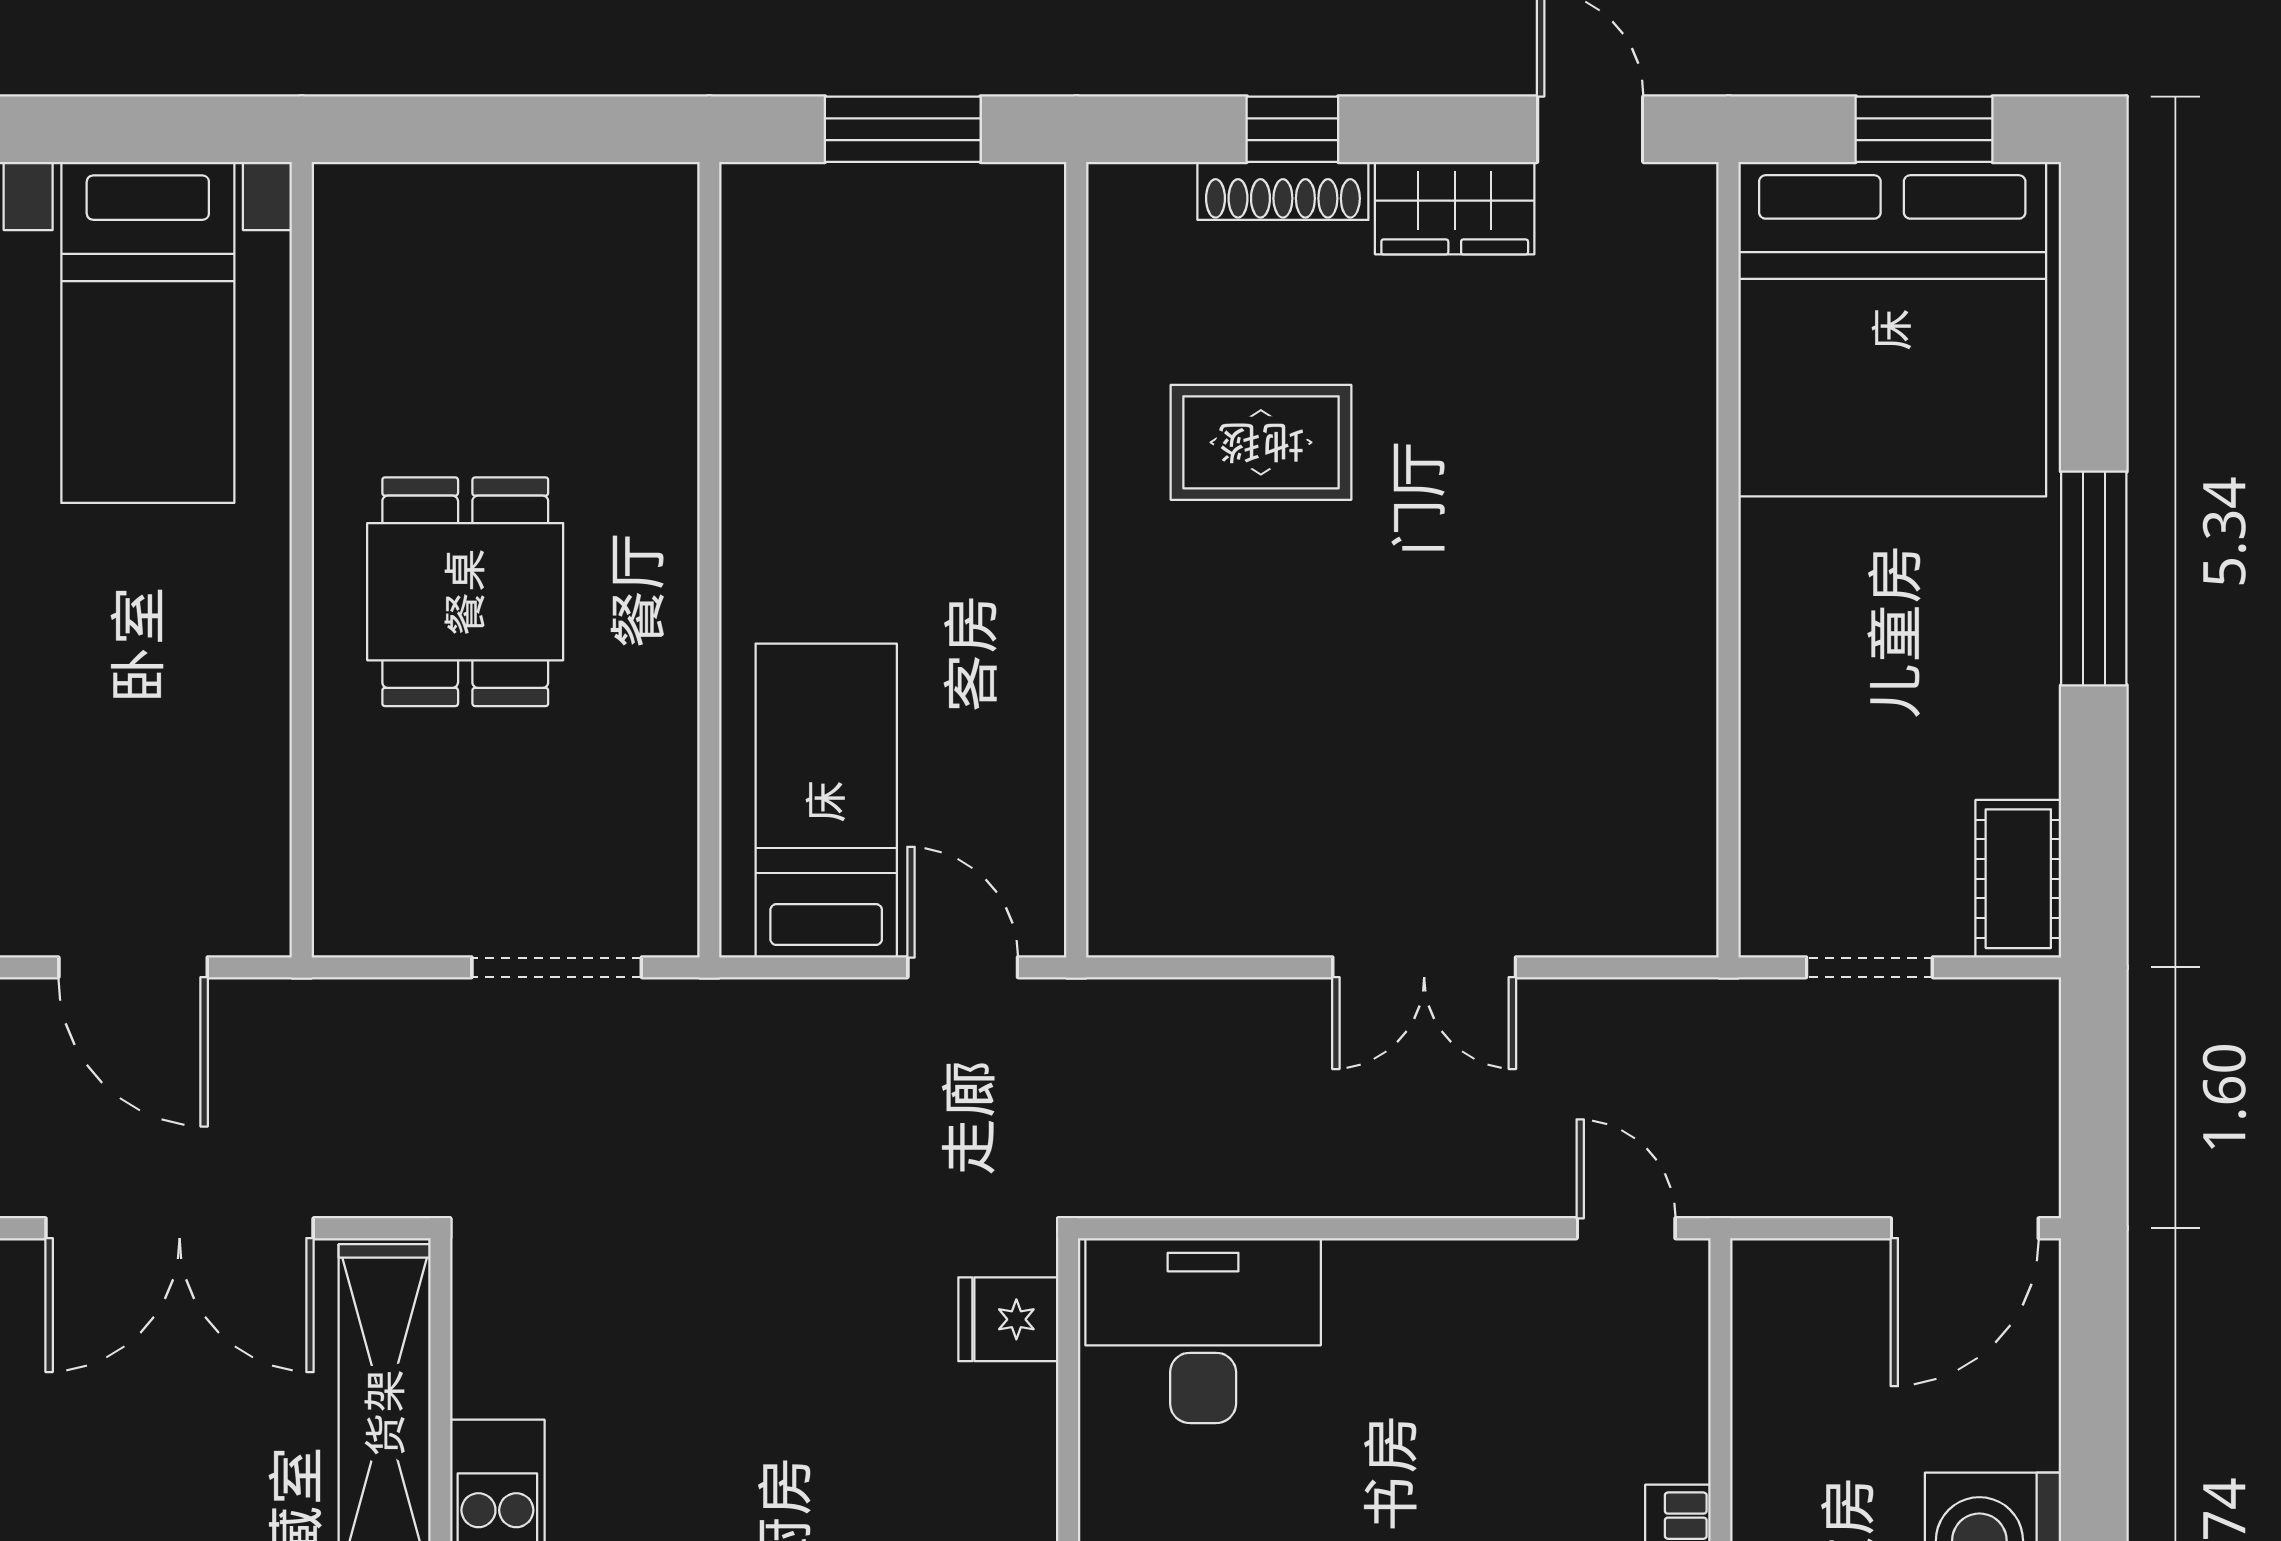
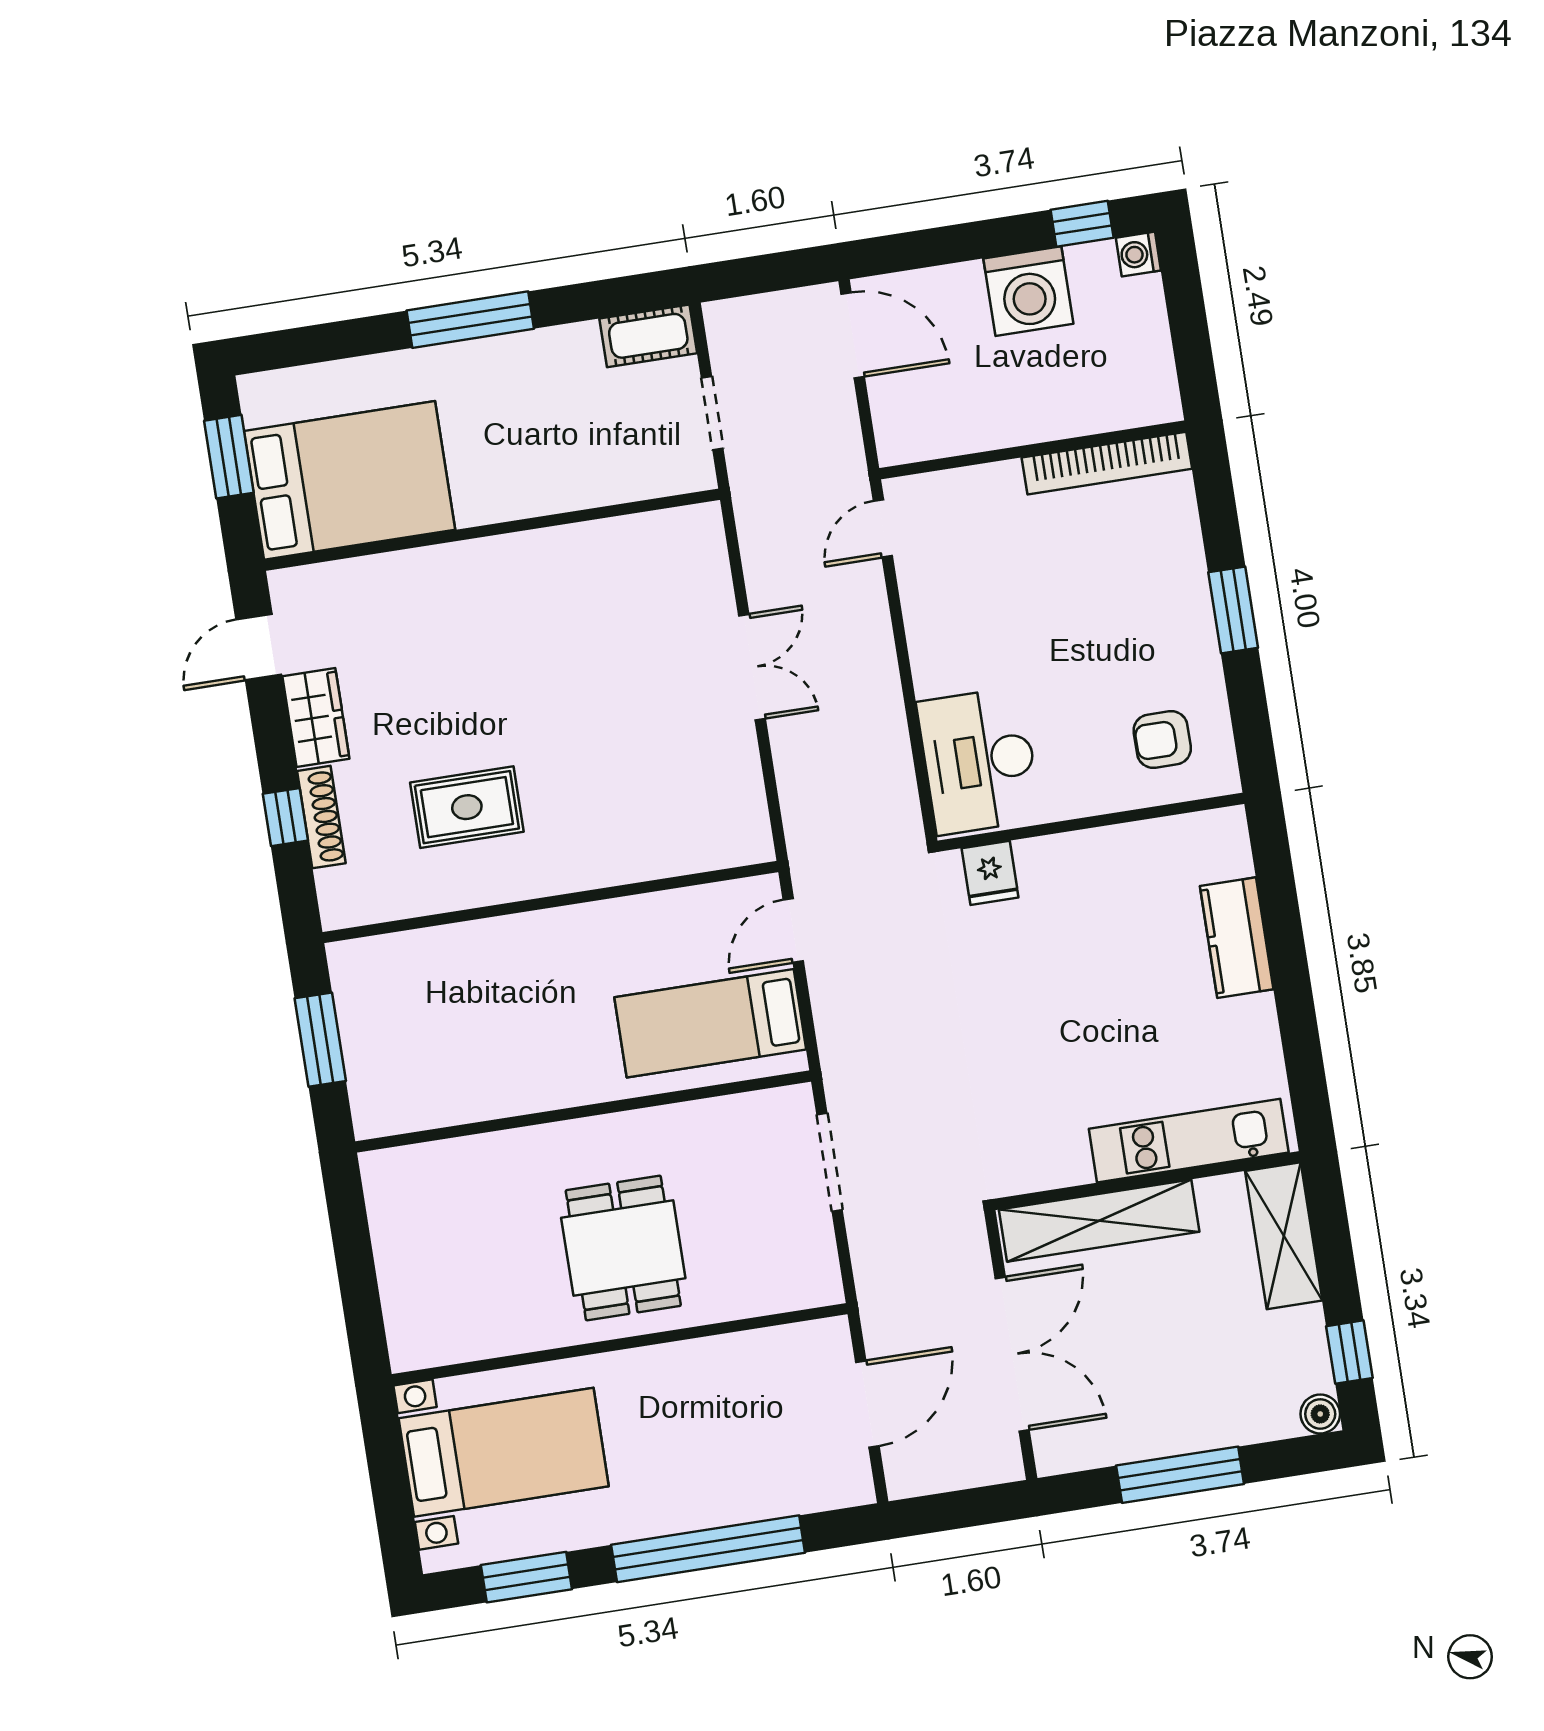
bed: (1892, 329) -> (350, 480), width x0.73
rug: (1261, 442) -> (467, 807), turned 90
dining table: (465, 592) -> (623, 1248), turned 90

